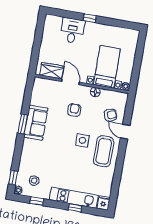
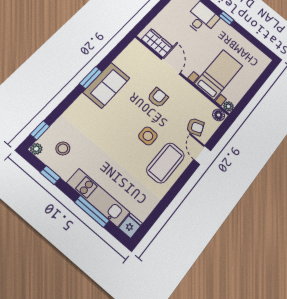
floor lamp: (95, 92) -> (219, 115), moved
window: (75, 208) -> (92, 211), width x2.17

